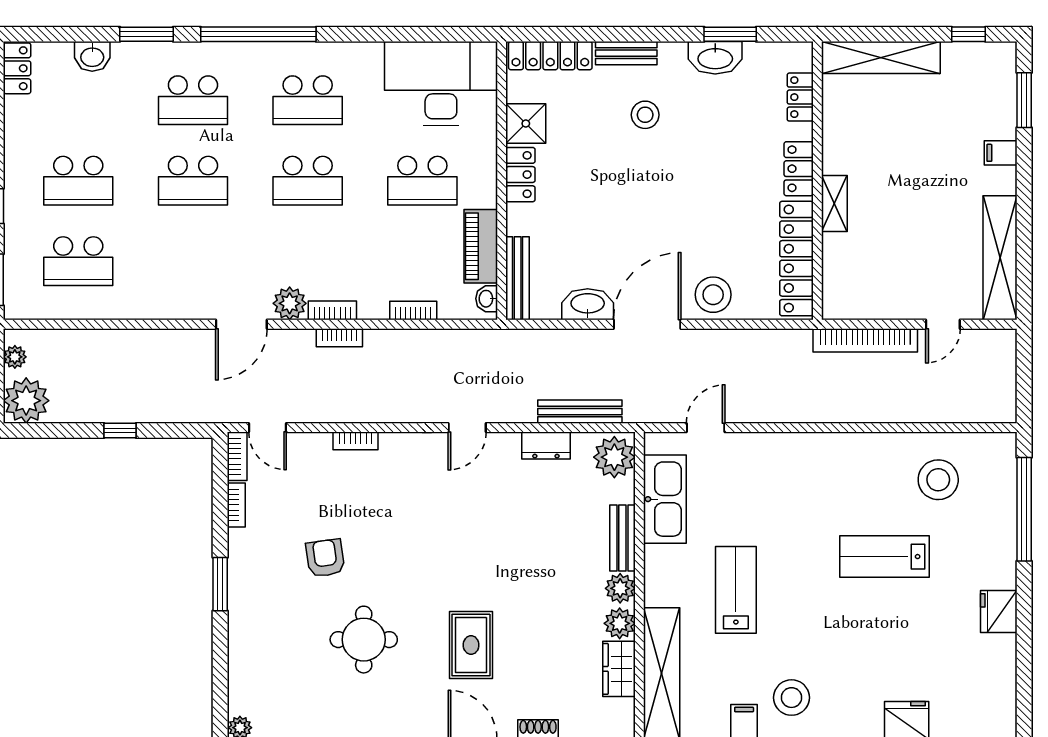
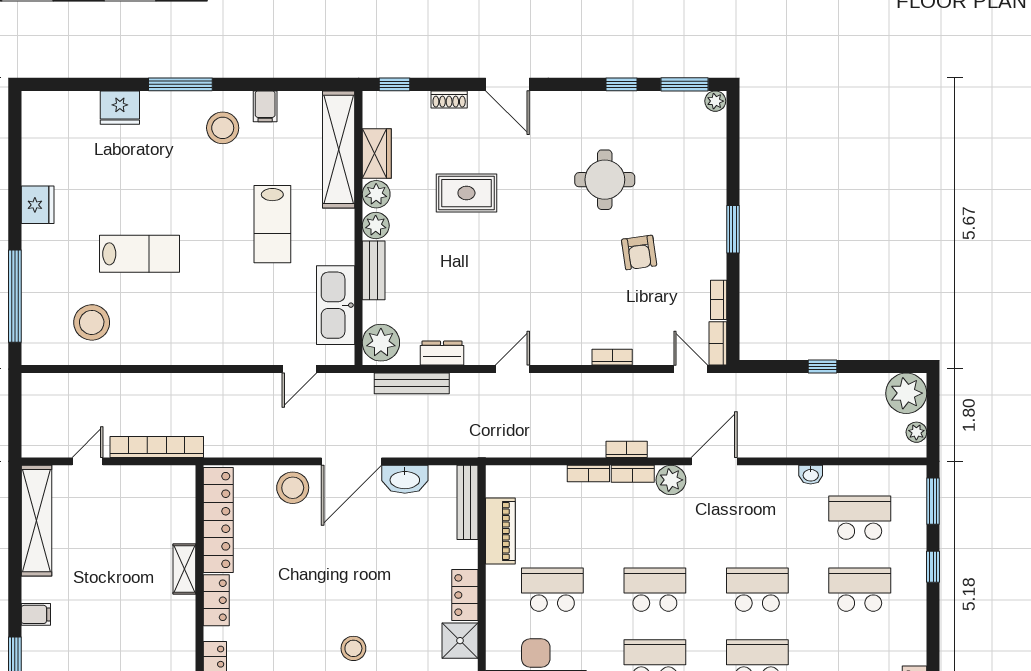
washbasin: (487, 299) -> (811, 475), moved, turned 90
bookcase: (413, 311) -> (588, 474), moved
rug: (471, 645) -> (466, 193), moved, turned 90

